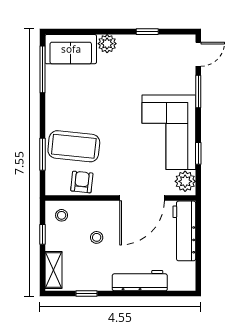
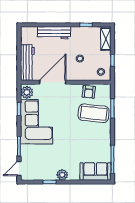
plant: (107, 44) -> (62, 175), moved

